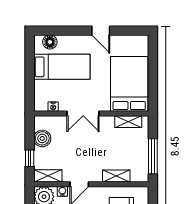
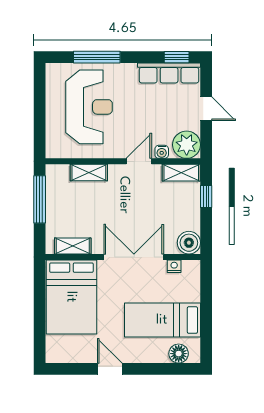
double door: (83, 113) -> (134, 257), width x1.37
boiler: (42, 138) -> (189, 243), moved

